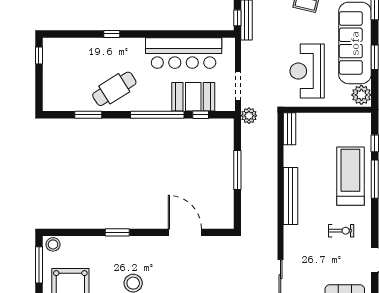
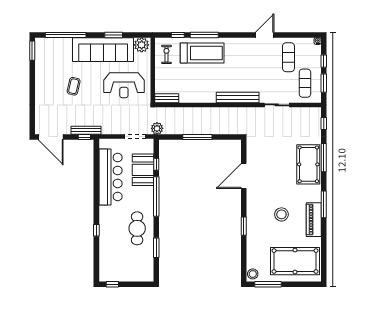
cafe table: (114, 89) -> (137, 228), turned 32
treadmill: (350, 176) -> (202, 53), turned 180
bench: (290, 196) -> (238, 98), moved
exercise bike: (341, 231) -> (166, 54), moved

